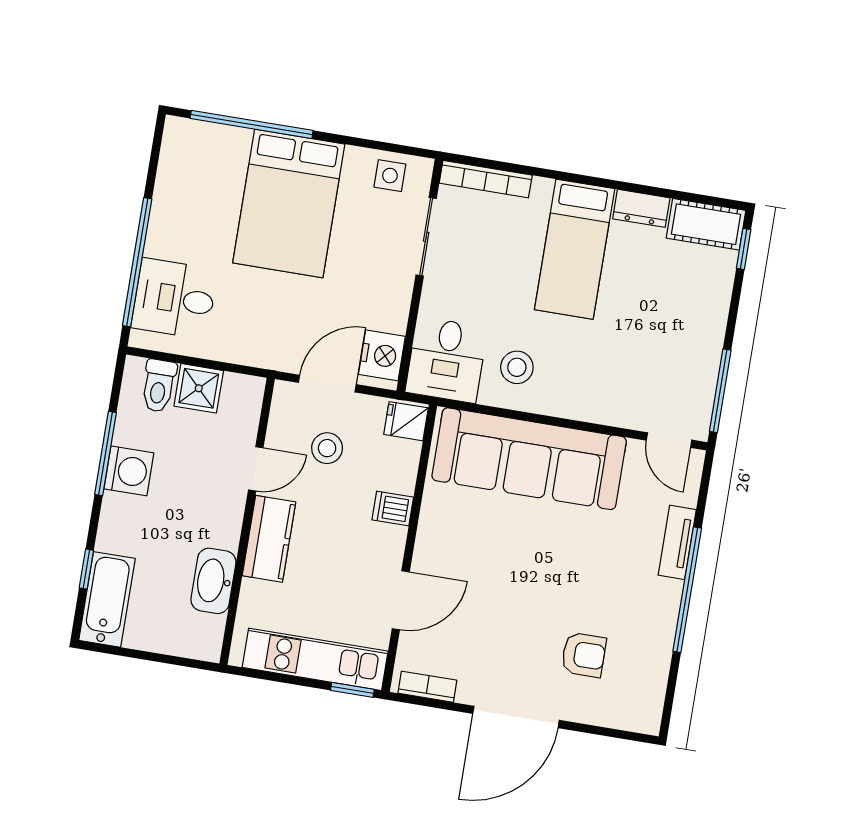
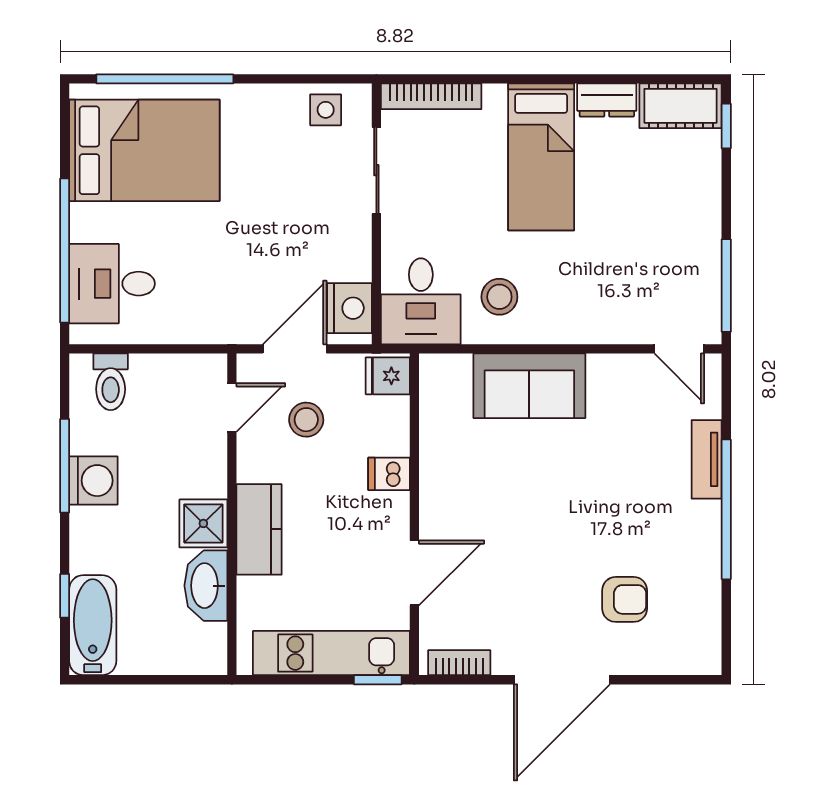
bed: (289, 203) -> (144, 150), moved, turned -90
shower: (199, 388) -> (203, 523), moved
sofa: (529, 459) -> (529, 386), width x0.54, depth x0.79
door: (256, 469) -> (232, 408), moved

